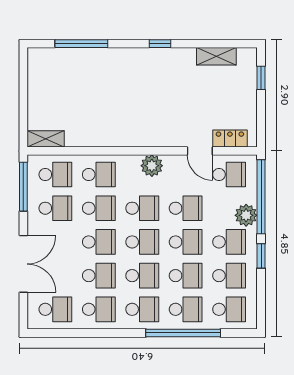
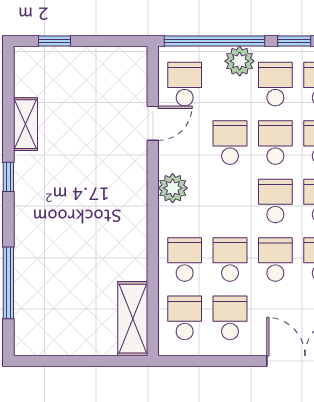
shelving: (216, 56) -> (25, 124), moved
locker: (230, 138) -> (136, 83), removed
shelving: (46, 139) -> (133, 319), width x1.50, depth x1.33
window: (23, 187) -> (201, 361), removed
school desk: (142, 208) -> (230, 201), removed

